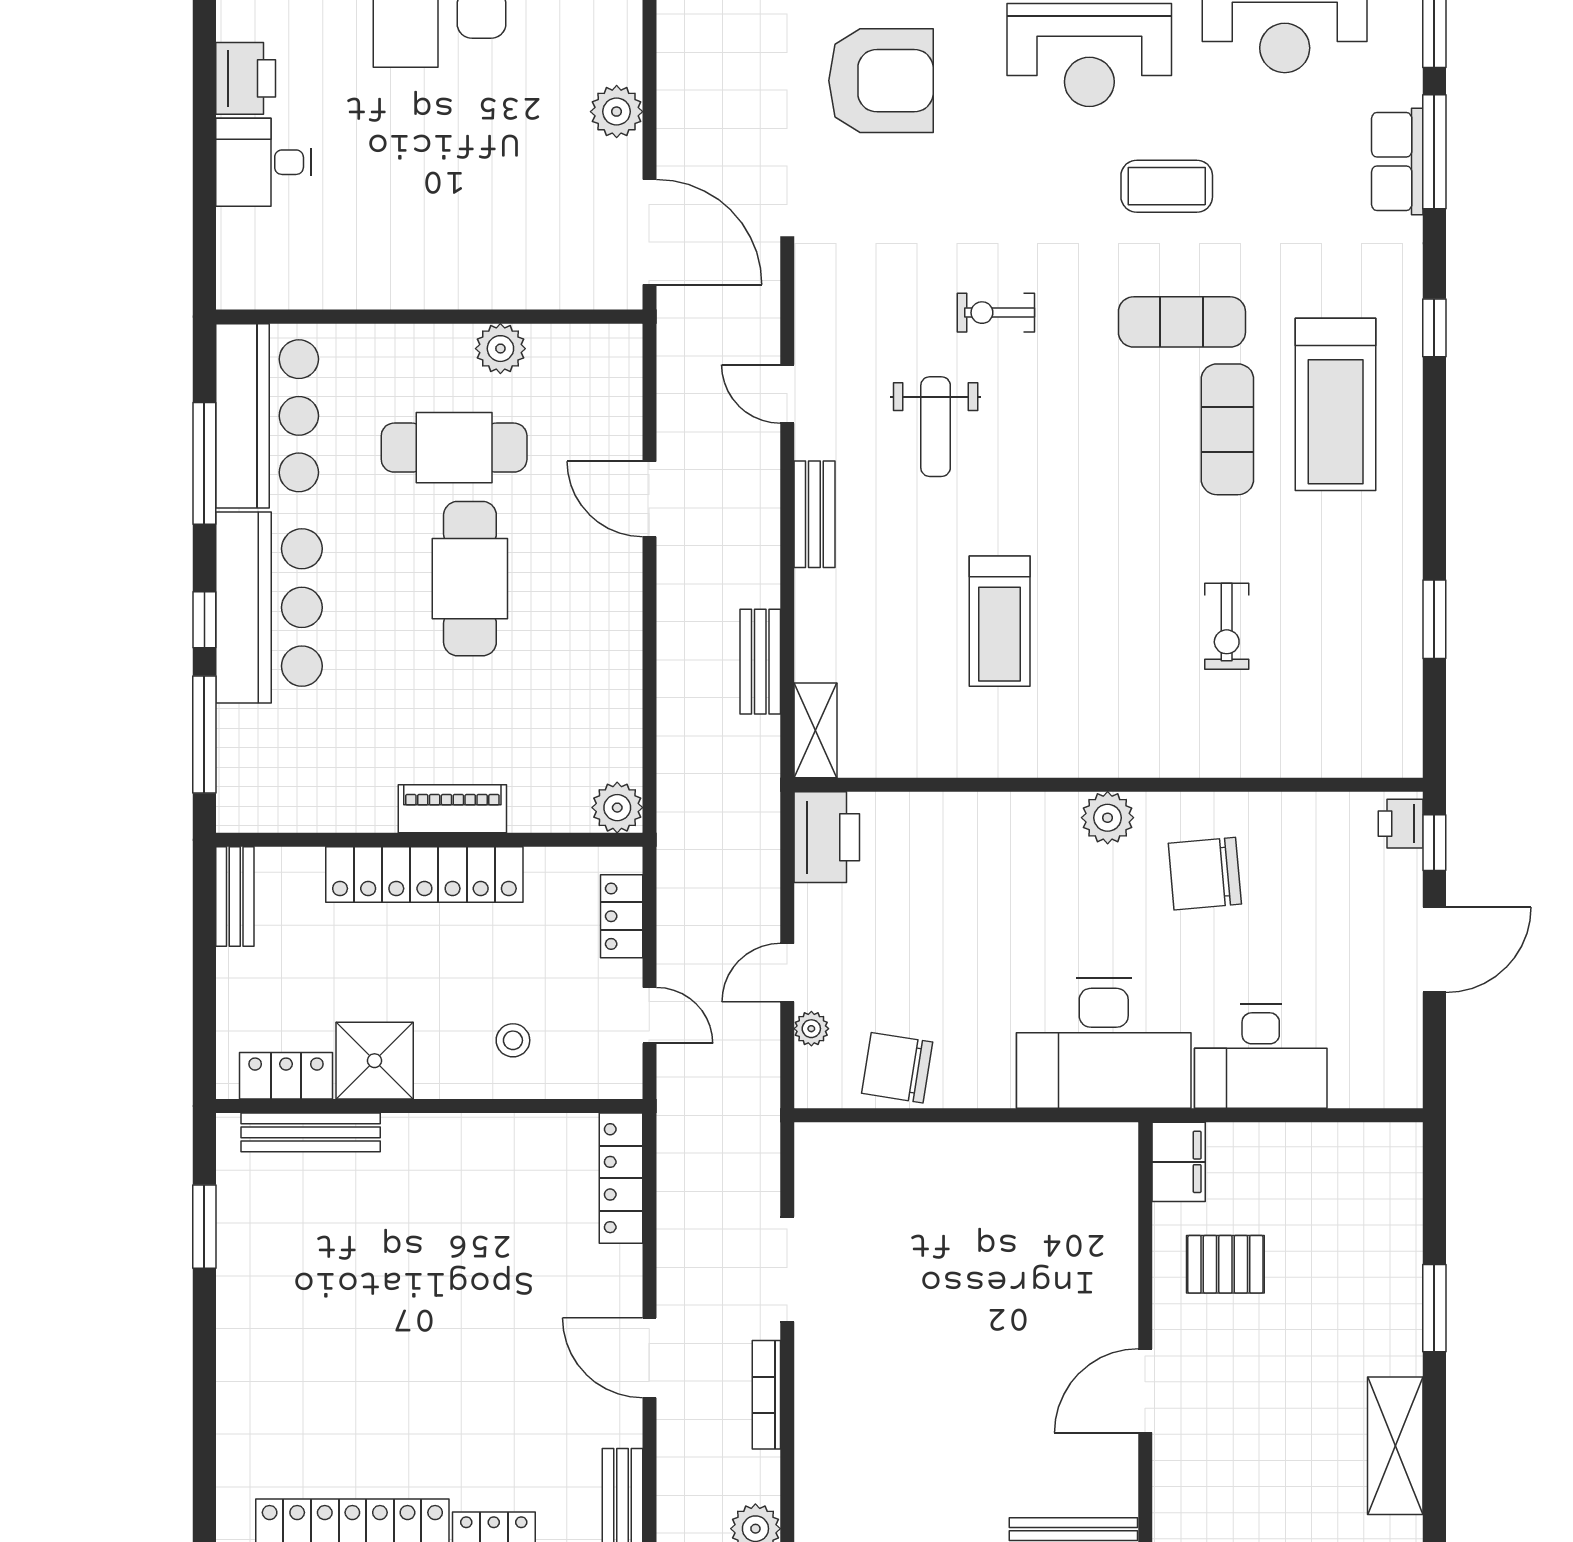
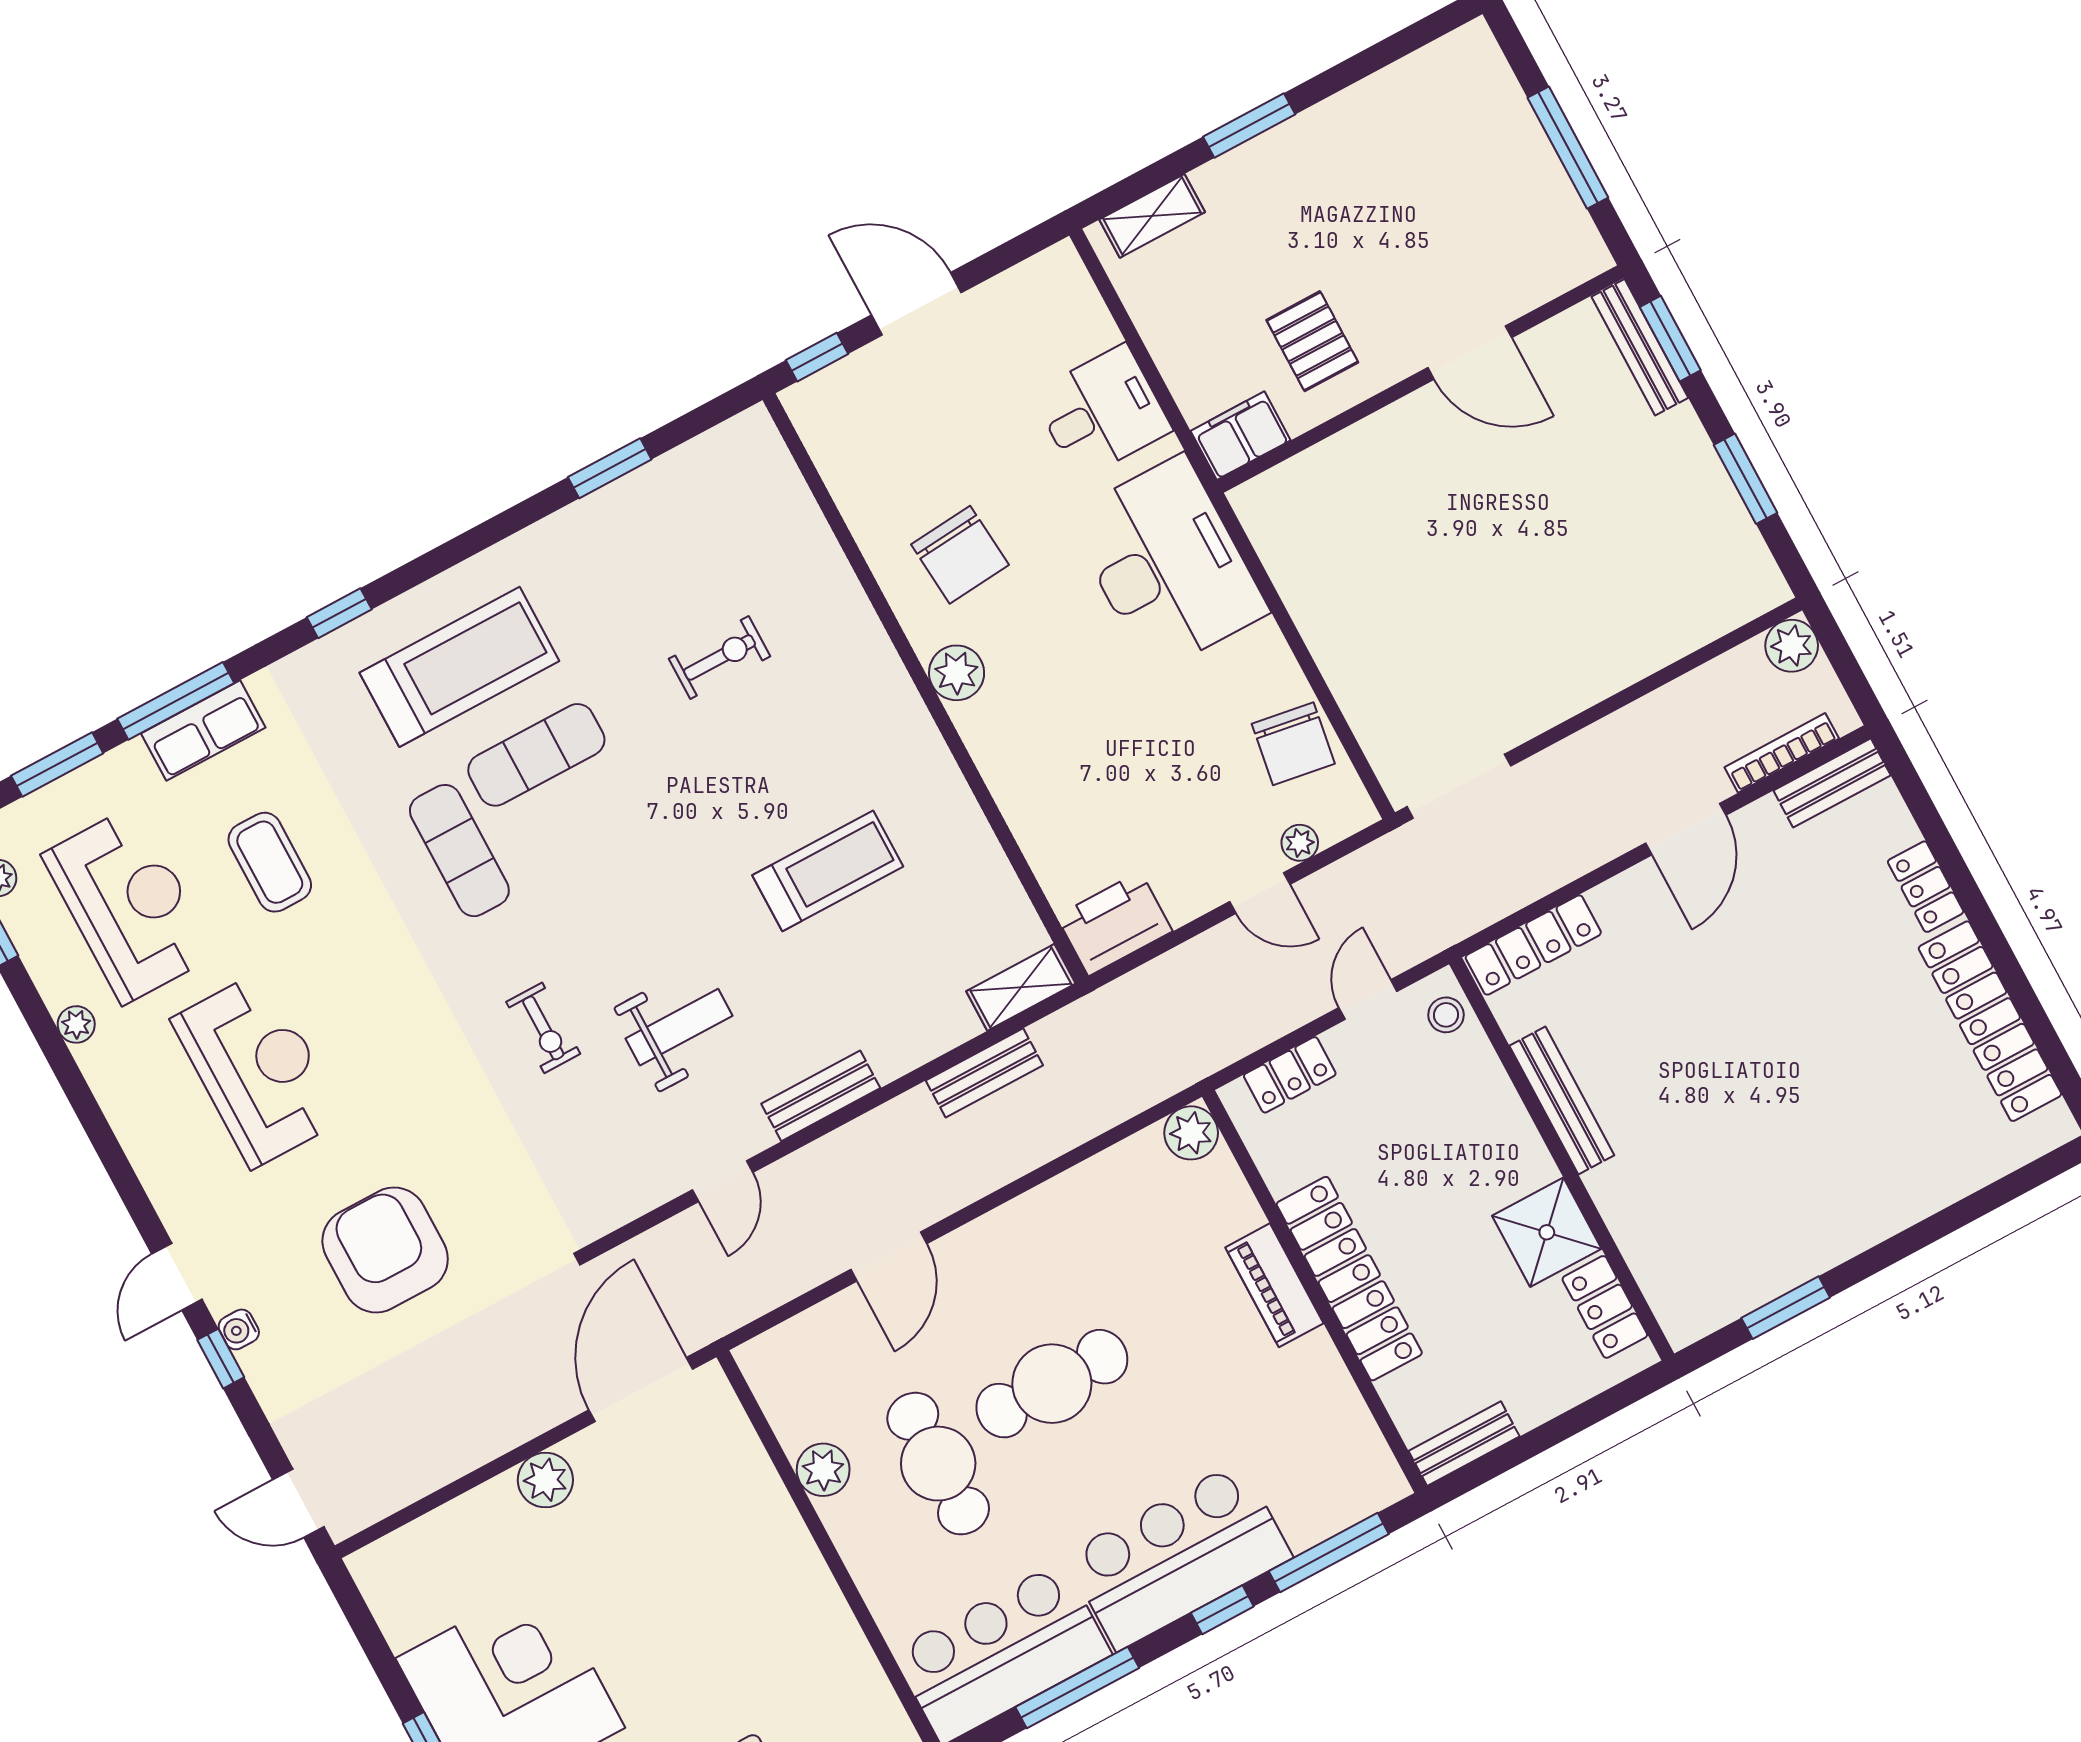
coffee table: (1167, 186) -> (270, 862), moved
printer: (1401, 824) -> (816, 398), removed
stool: (513, 1040) -> (1446, 1015), moved
desk: (1261, 1056) -> (1102, 412), width x0.73
bench: (311, 1132) -> (1562, 1101), moved
doorway: (787, 1269) -> (1459, 786), moved
bookcase: (766, 1395) -> (1782, 753), moved, turned 180
shelving: (1395, 1446) -> (1152, 216), moved, width x0.67, depth x0.75

